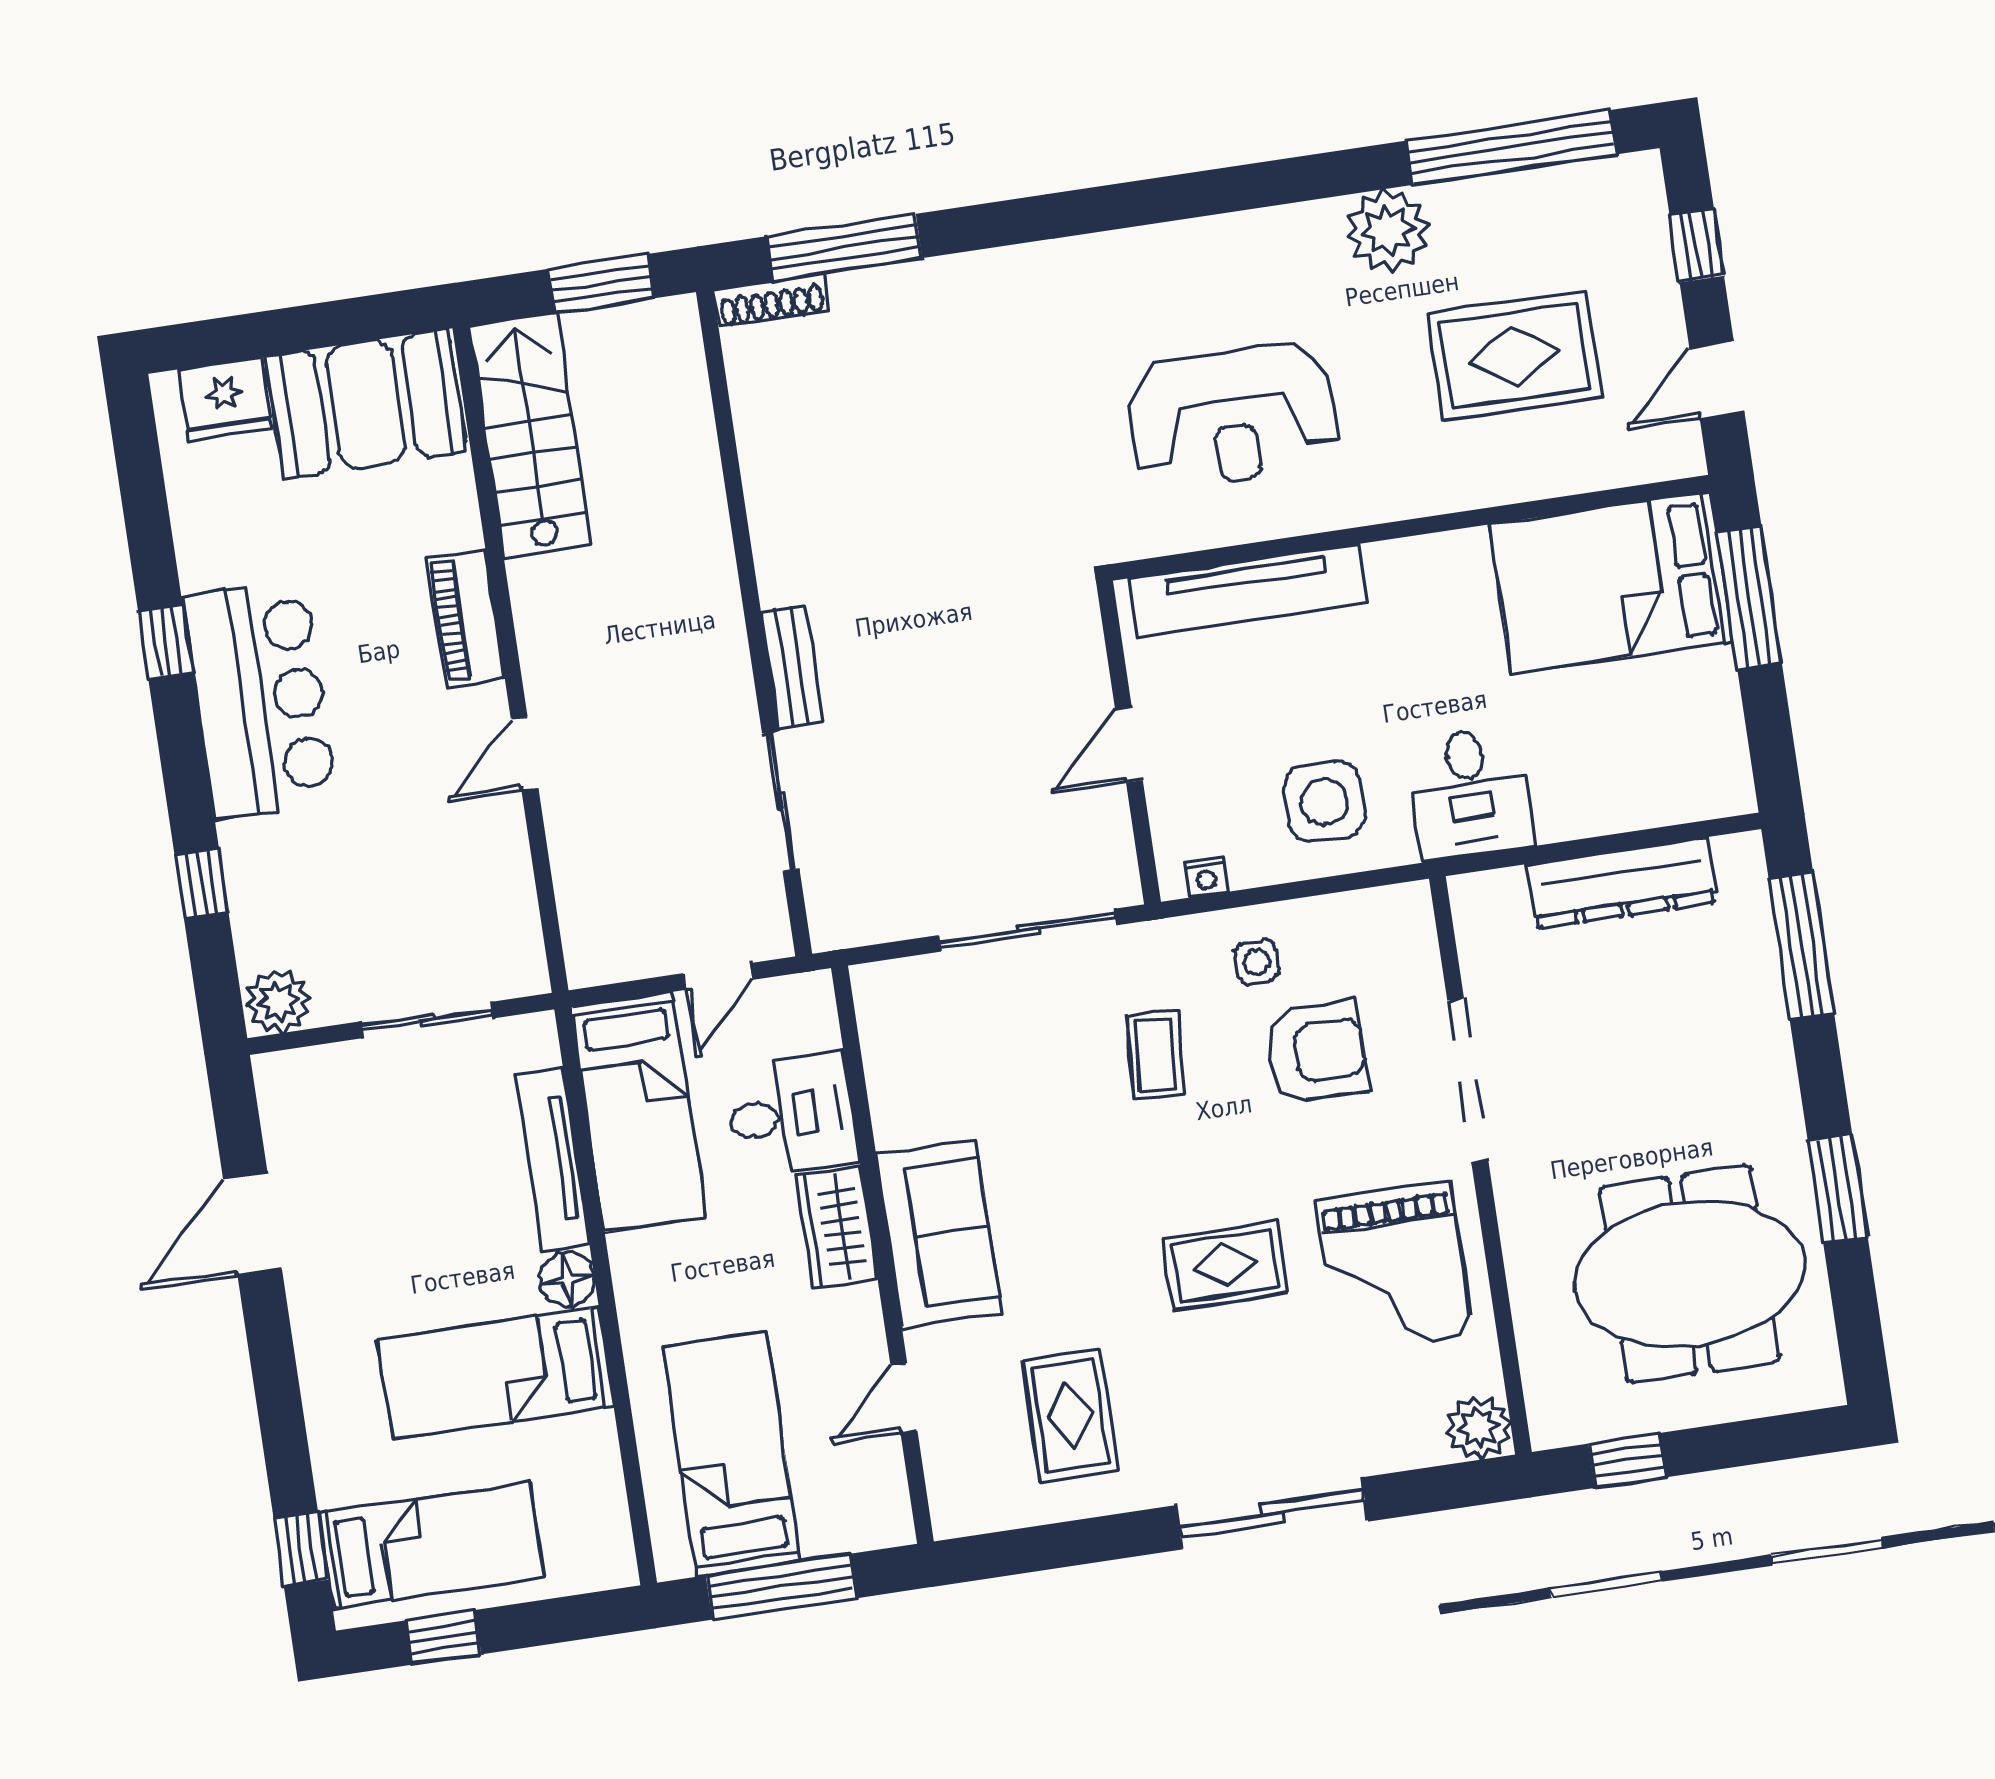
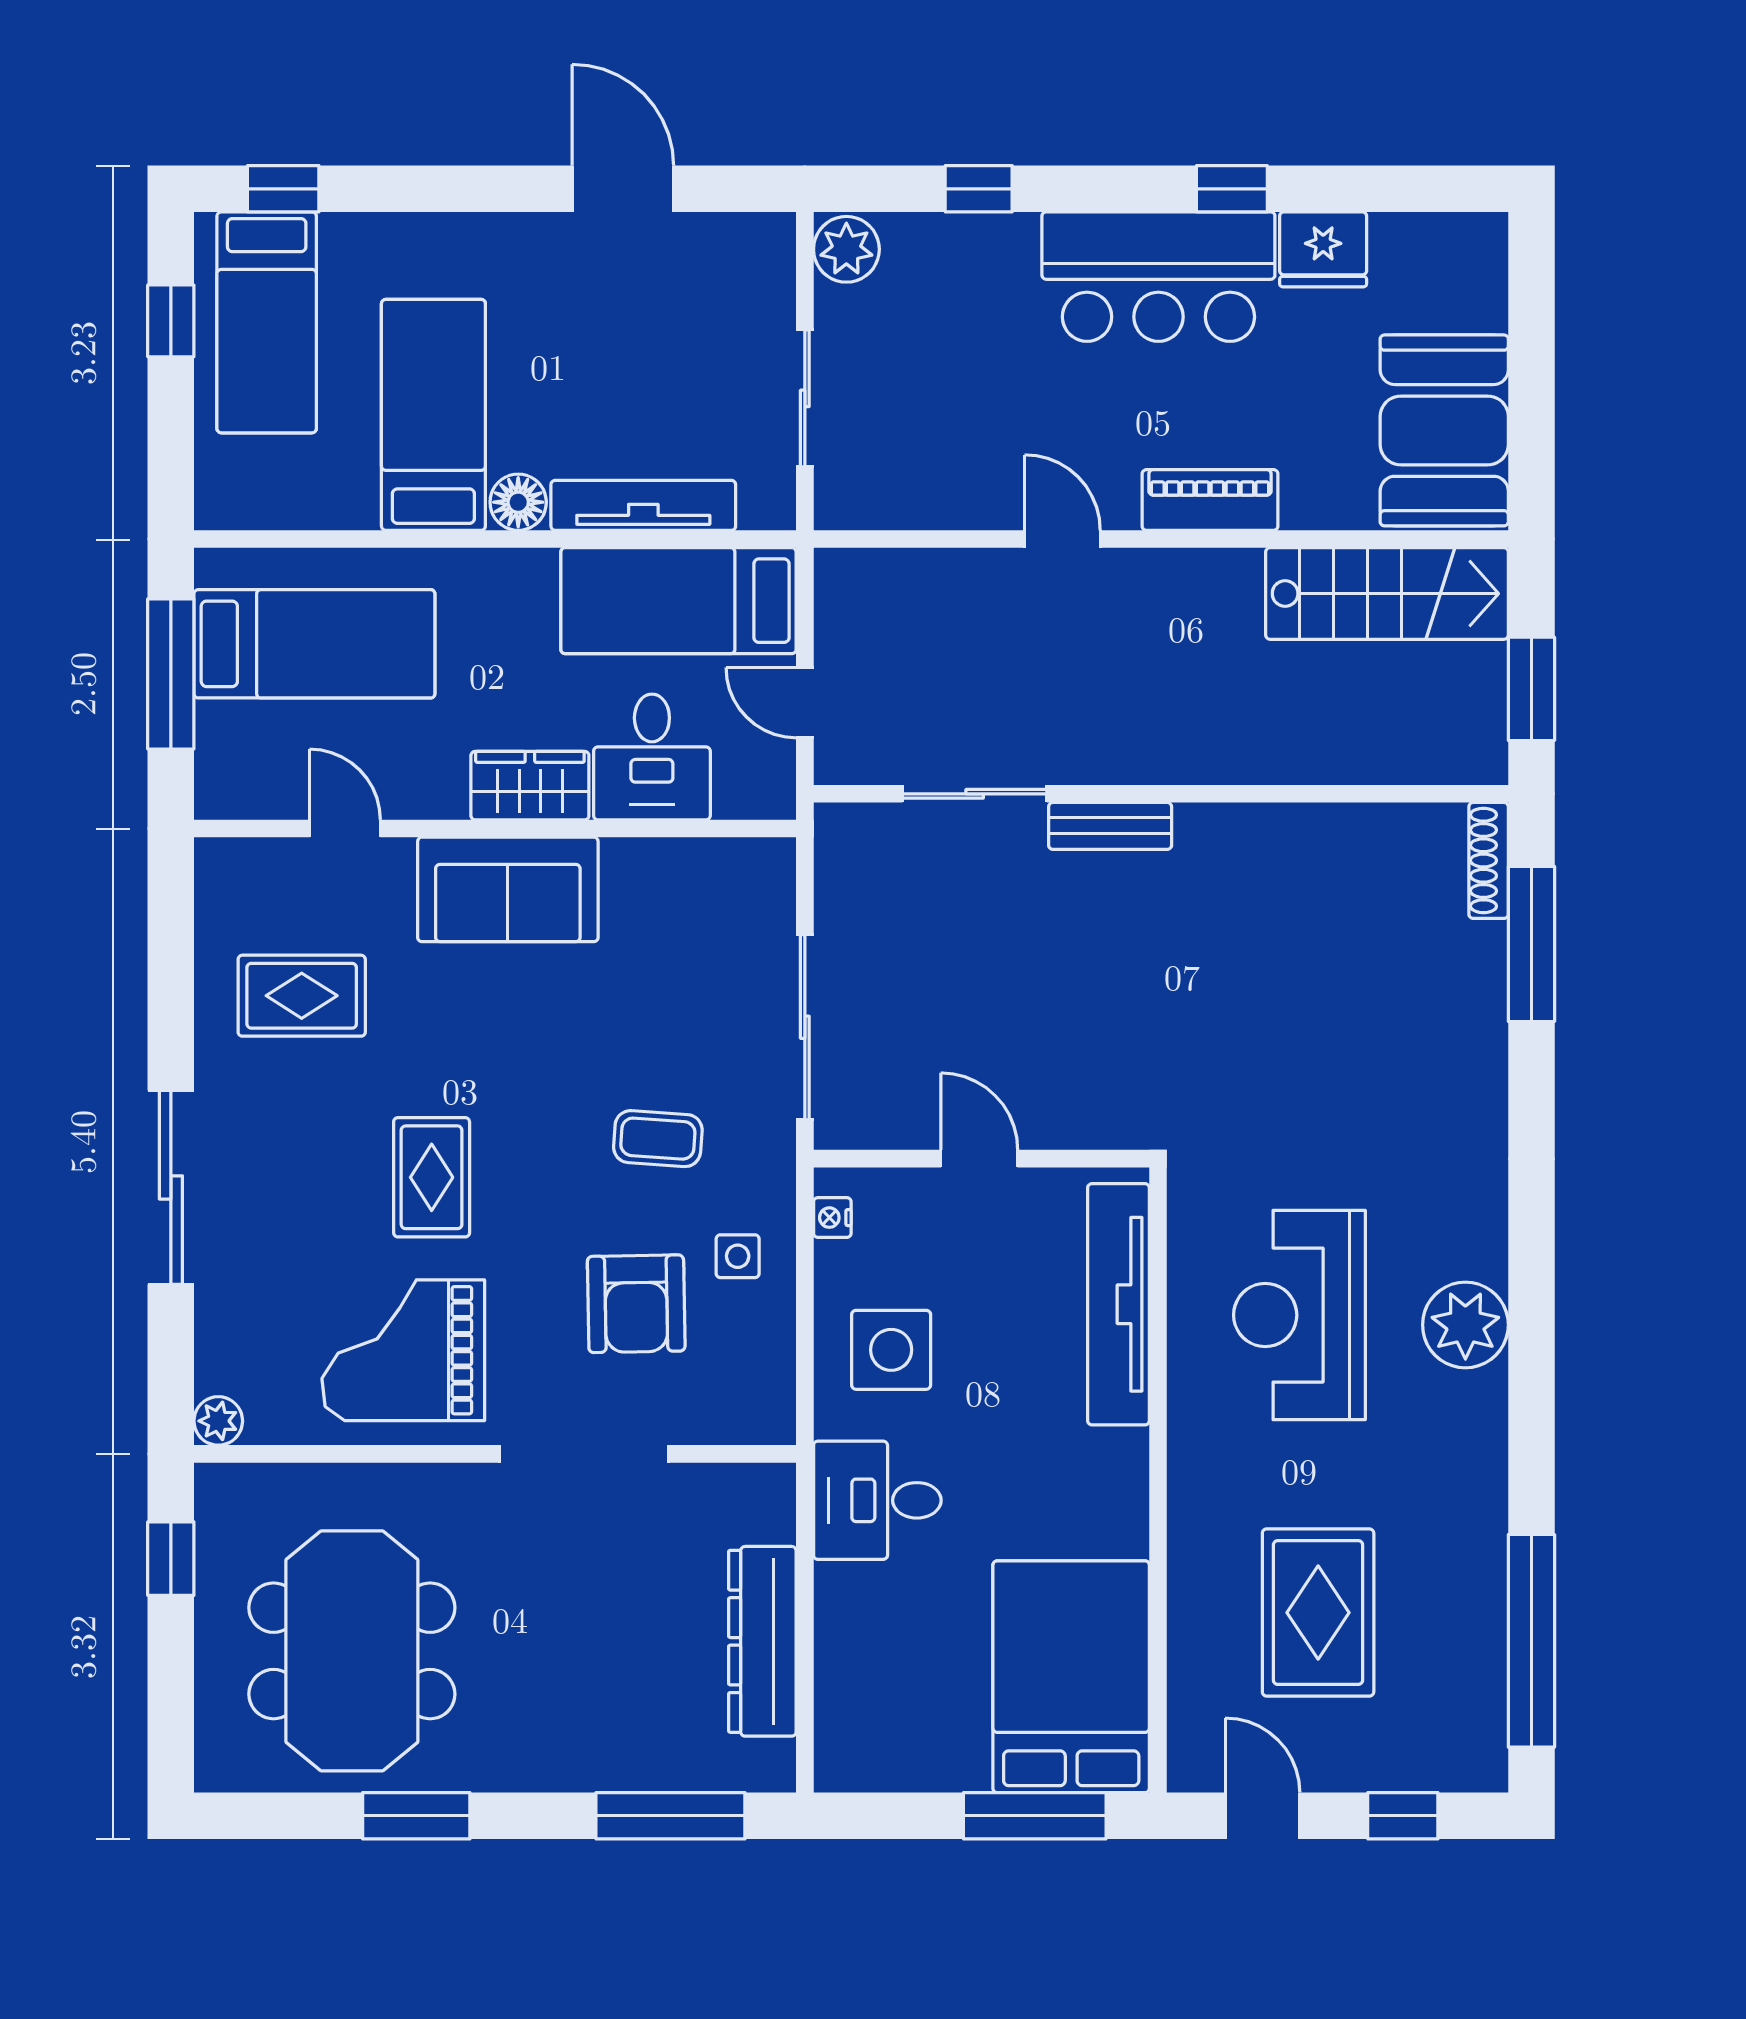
plant: (1388, 231) -> (1465, 1325), moved
fridge: (225, 399) -> (1323, 249), moved, turned -90
plant: (1478, 1427) -> (218, 1421), width x0.73, depth x0.73

